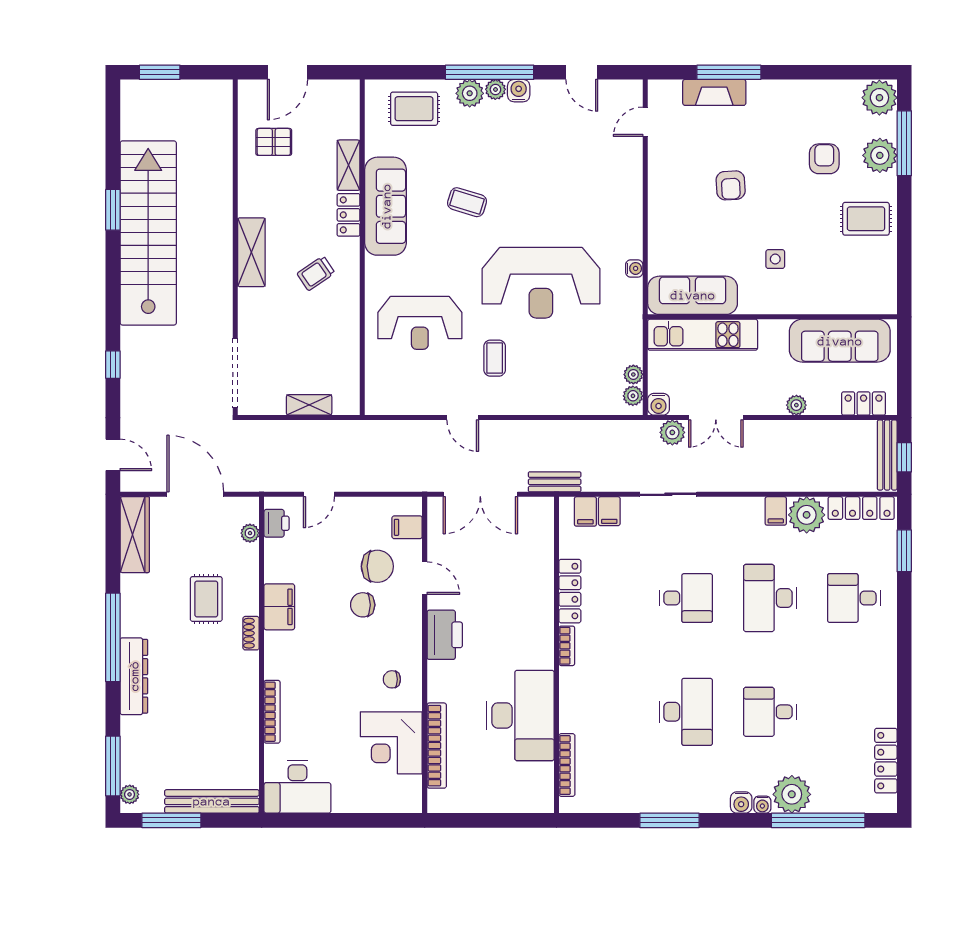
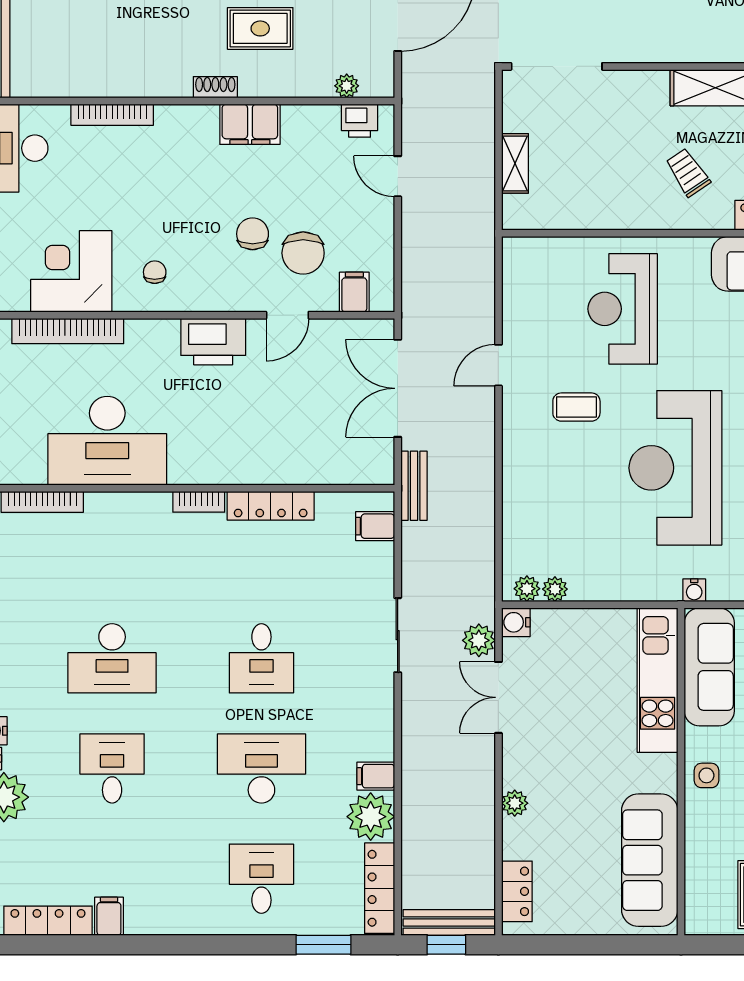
sofa: (693, 295) -> (709, 667), moved
wall: (772, 317) -> (681, 772), moved
kitchen unit: (703, 335) -> (658, 680), moved
sofa: (840, 341) -> (650, 860), moved
filing cabinet: (609, 511) -> (109, 916), moved, turned 90

